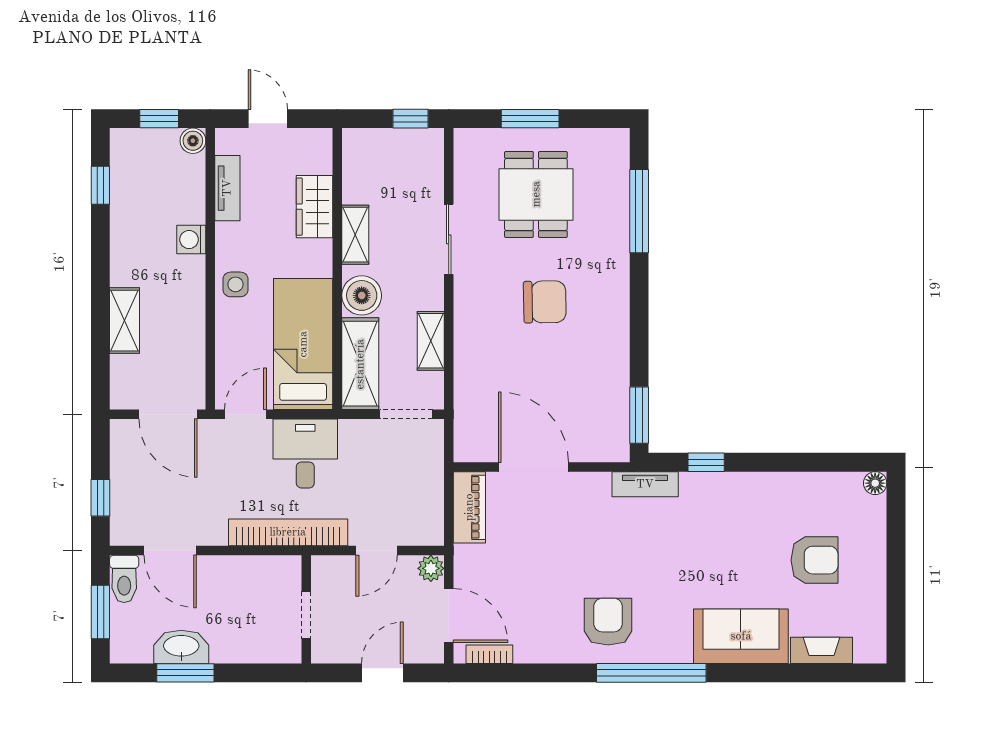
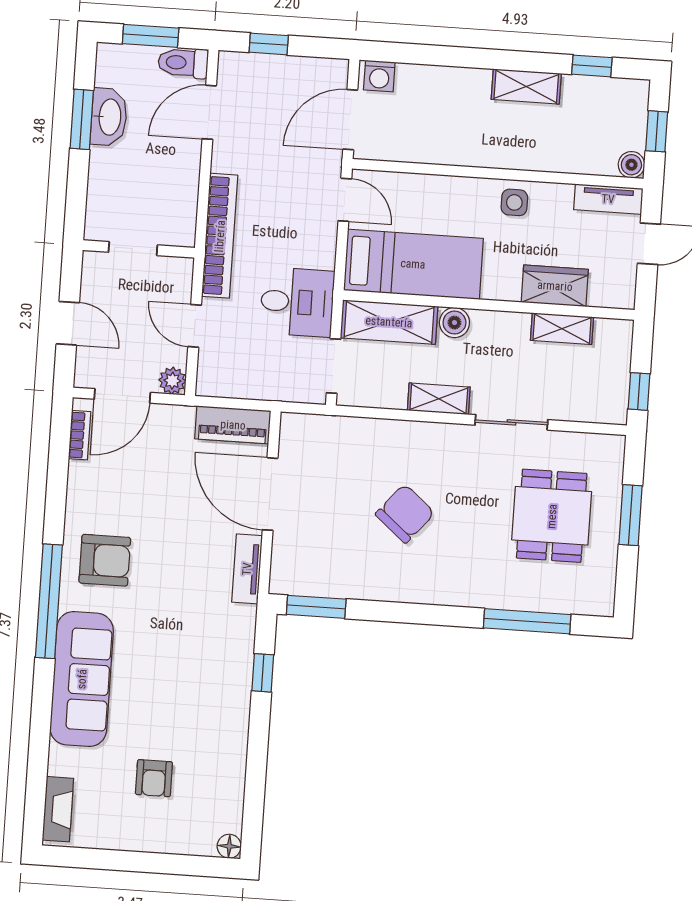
tv unit: (227, 188) -> (608, 199), moved
dining table: (536, 194) -> (552, 516), turned 90
shelving: (355, 235) -> (562, 329), moved
washing machine: (191, 240) -> (379, 76), moved, turned 180
side table: (235, 284) -> (514, 202), moved
boiler: (362, 295) -> (454, 323), width x0.73, depth x0.73
chair: (545, 302) -> (405, 514), moved, turned -139
shelving: (124, 321) -> (526, 86), moved
shelving: (431, 341) -> (439, 399), moved
desk: (305, 454) -> (297, 302), moved
door: (533, 467) -> (270, 494), swing flipped
tv unit: (645, 484) -> (247, 569), moved
armchair: (815, 560) -> (154, 778), width x0.72, depth x0.72
sofa: (741, 636) -> (82, 679), width x1.36
fireplace: (822, 650) -> (58, 809), moved

